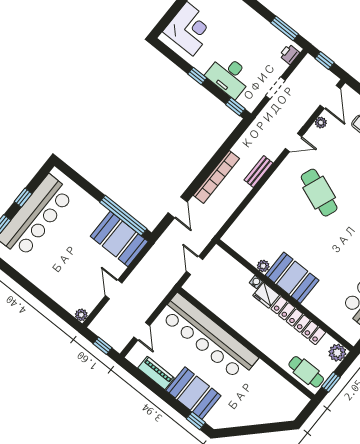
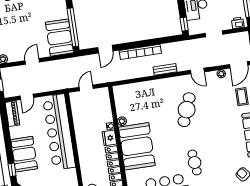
booth: (292, 278) -> (137, 146), width x1.36, depth x1.42
piano: (156, 373) -> (12, 114), moved

